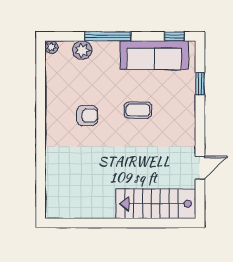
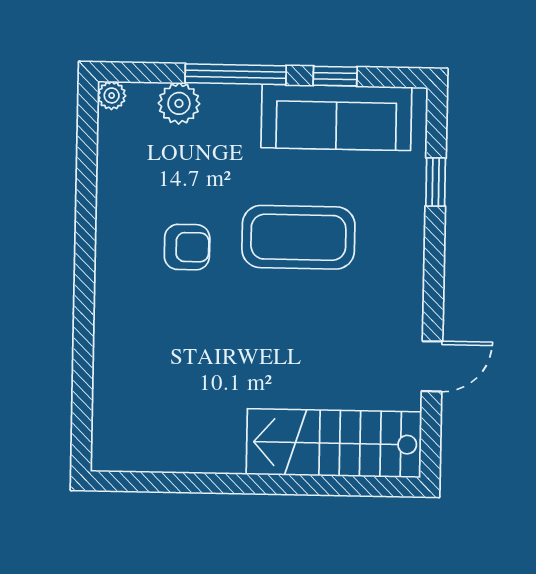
window: (174, 36) -> (335, 76), moved
coffee table: (138, 110) -> (298, 237), width x1.86, depth x1.72

